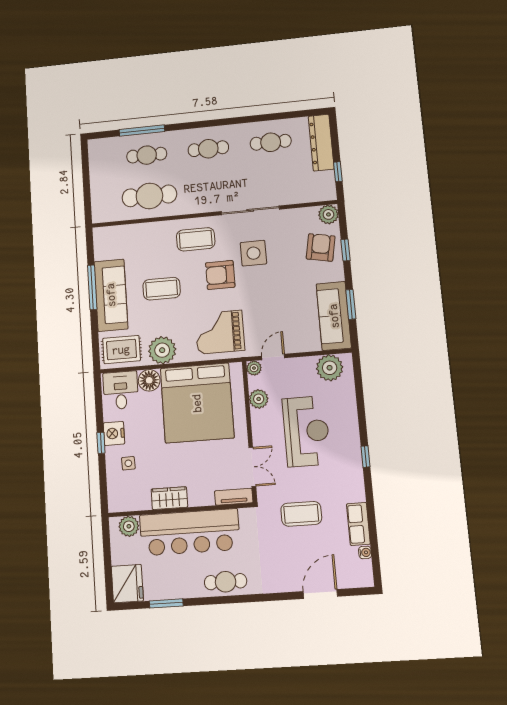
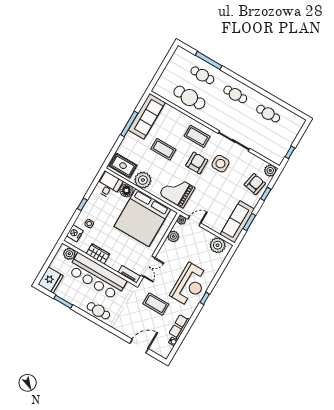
dresser: (321, 143) -> (292, 132), removed
armchair: (220, 275) -> (197, 163), turned 90
sofa: (111, 295) -> (147, 116), moved
reception desk: (306, 431) -> (190, 285), moved
nightstand: (114, 433) -> (75, 233), moved

